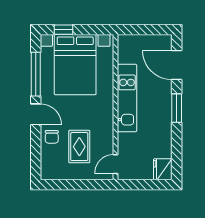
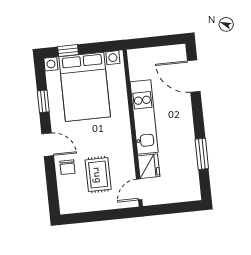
window: (36, 74) -> (43, 101), width x0.46
window: (177, 108) -> (202, 154), moved
fridge: (163, 169) -> (149, 166), moved, turned 180

